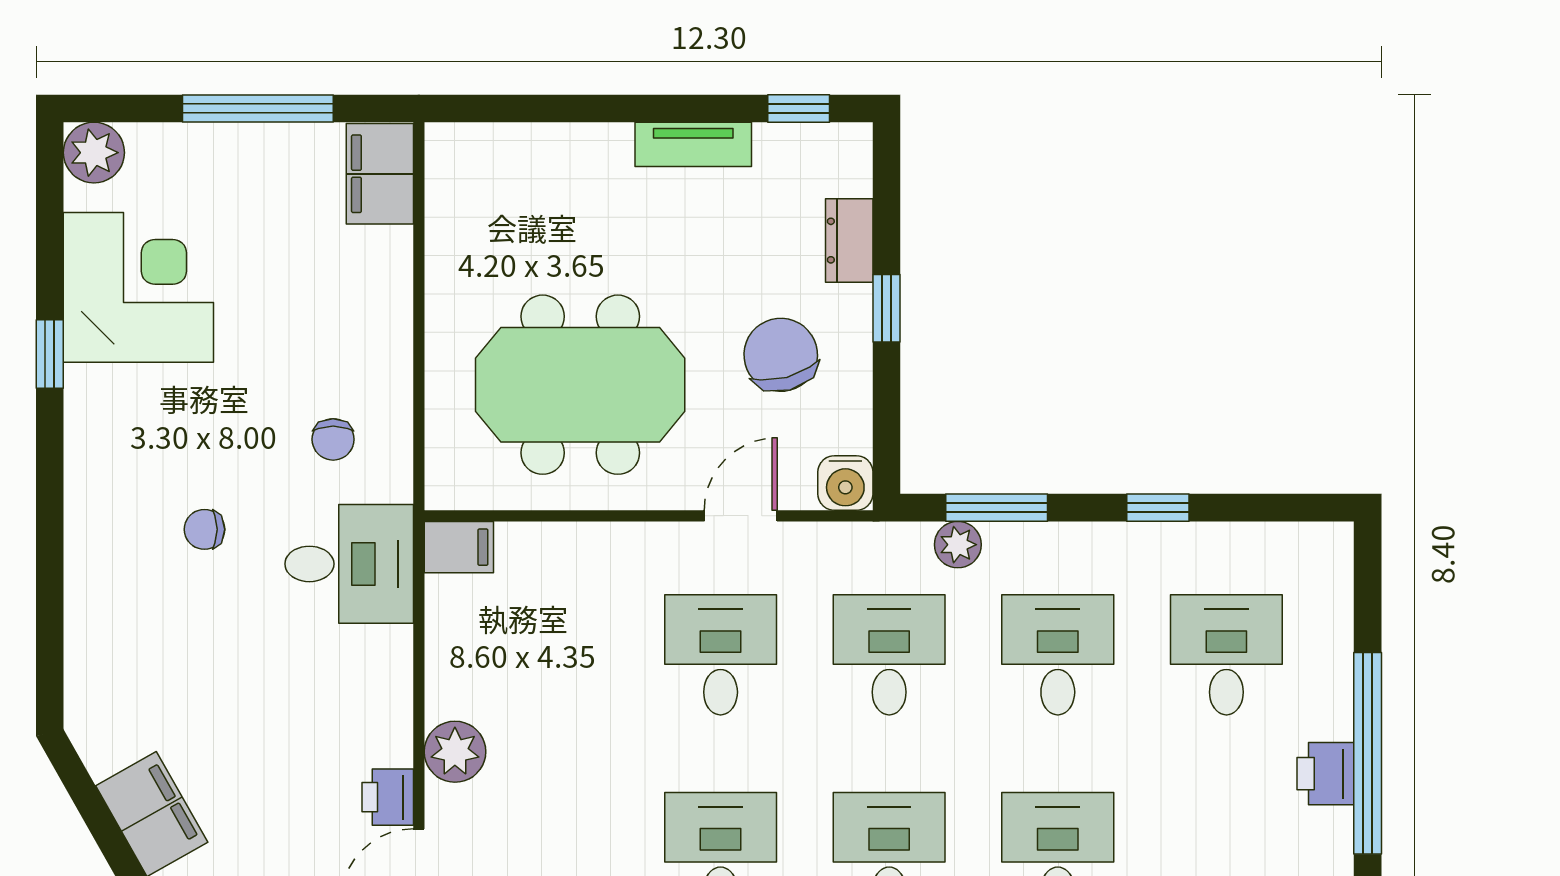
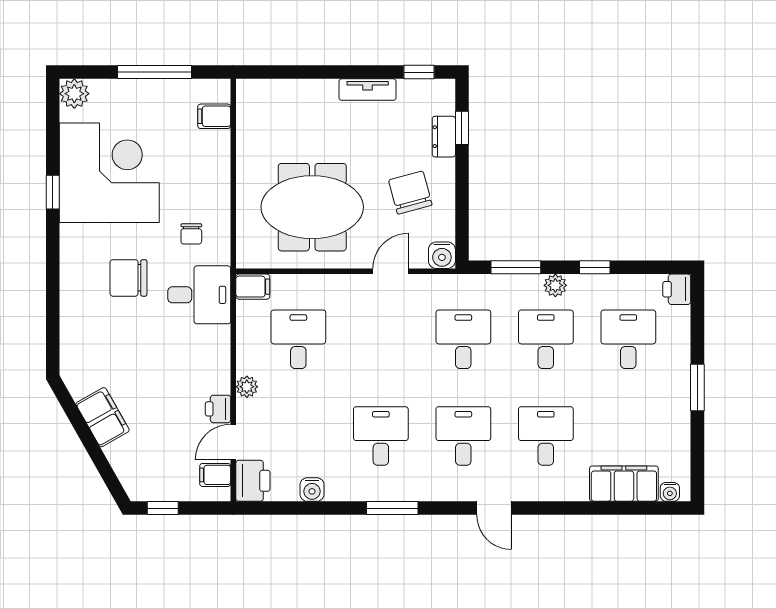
filing cabinet: (380, 174) -> (214, 116), width x0.50
corner desk: (138, 287) -> (109, 173), width x1.36, depth x1.36
window: (886, 308) -> (462, 128), moved
chair: (205, 529) -> (128, 278), width x1.87, depth x1.87
plant: (958, 545) -> (555, 285), moved
desk: (721, 655) -> (298, 339), moved
plant: (455, 752) -> (247, 387), width x0.73, depth x0.73
window: (1368, 753) -> (697, 387), width x0.47
printer: (1326, 774) -> (677, 289), moved

